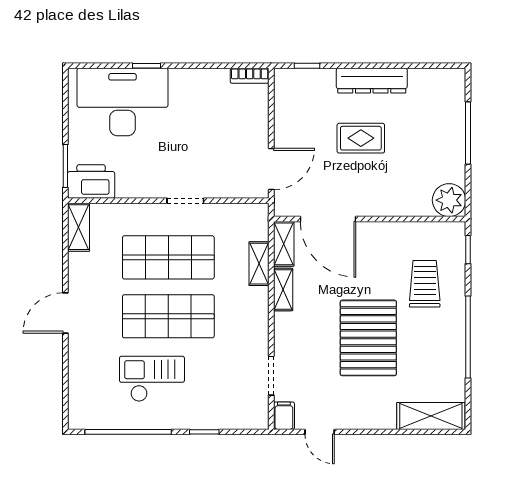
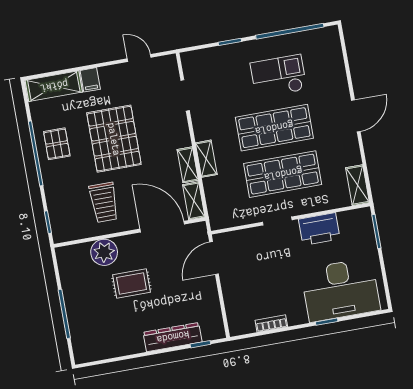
bookcase: (250, 76) -> (271, 323), moved
dresser: (372, 81) -> (173, 337), moved
rug: (361, 138) -> (132, 284), moved
printer: (91, 182) -> (319, 229), moved
plant: (449, 200) -> (104, 252), moved
shelving: (259, 264) -> (206, 159), moved
trolley: (425, 284) -> (104, 202), moved
pallet: (440, 344) -> (57, 144), added
checkout: (152, 379) -> (278, 76), turned 180
filing cabinet: (284, 416) -> (90, 80), moved

